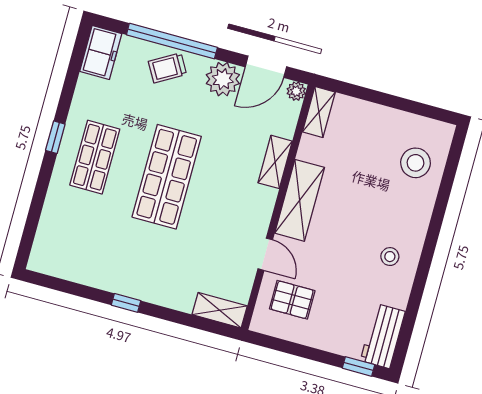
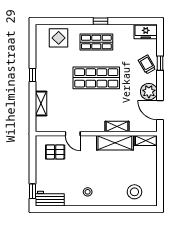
window: (172, 41) -> (160, 63), width x0.32
plant: (296, 91) -> (153, 127), removed
shelving: (300, 200) -> (115, 143), moved
display table: (66, 230) -> (59, 38), added
door: (265, 254) -> (73, 134), hinge flipped
pallet: (292, 300) -> (55, 152), turned 90
shelving: (220, 310) -> (41, 104), moved

